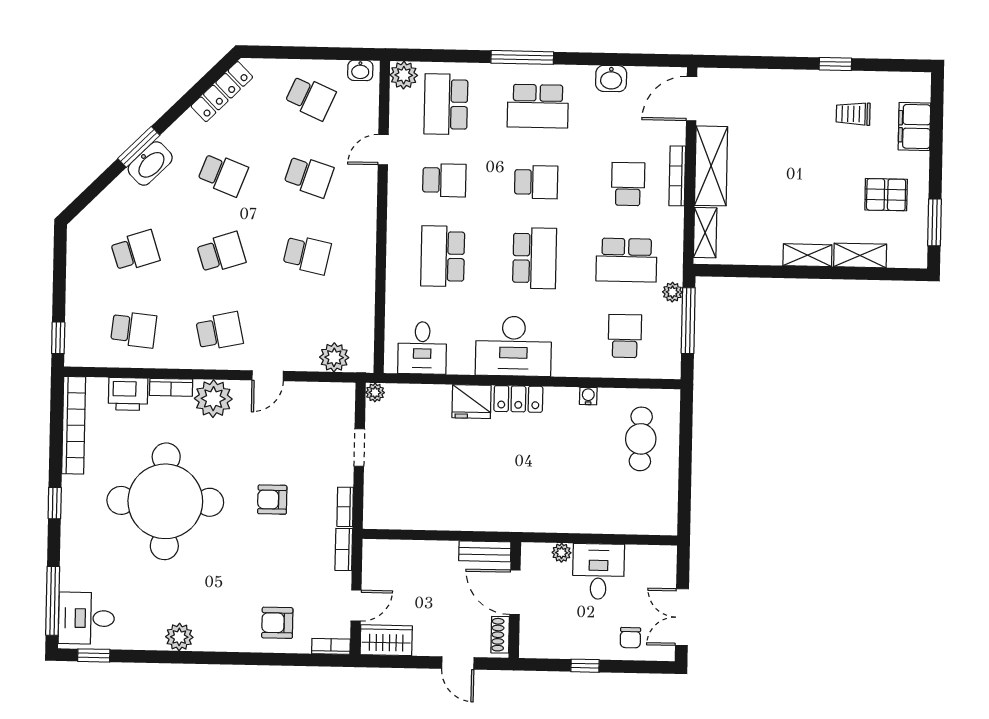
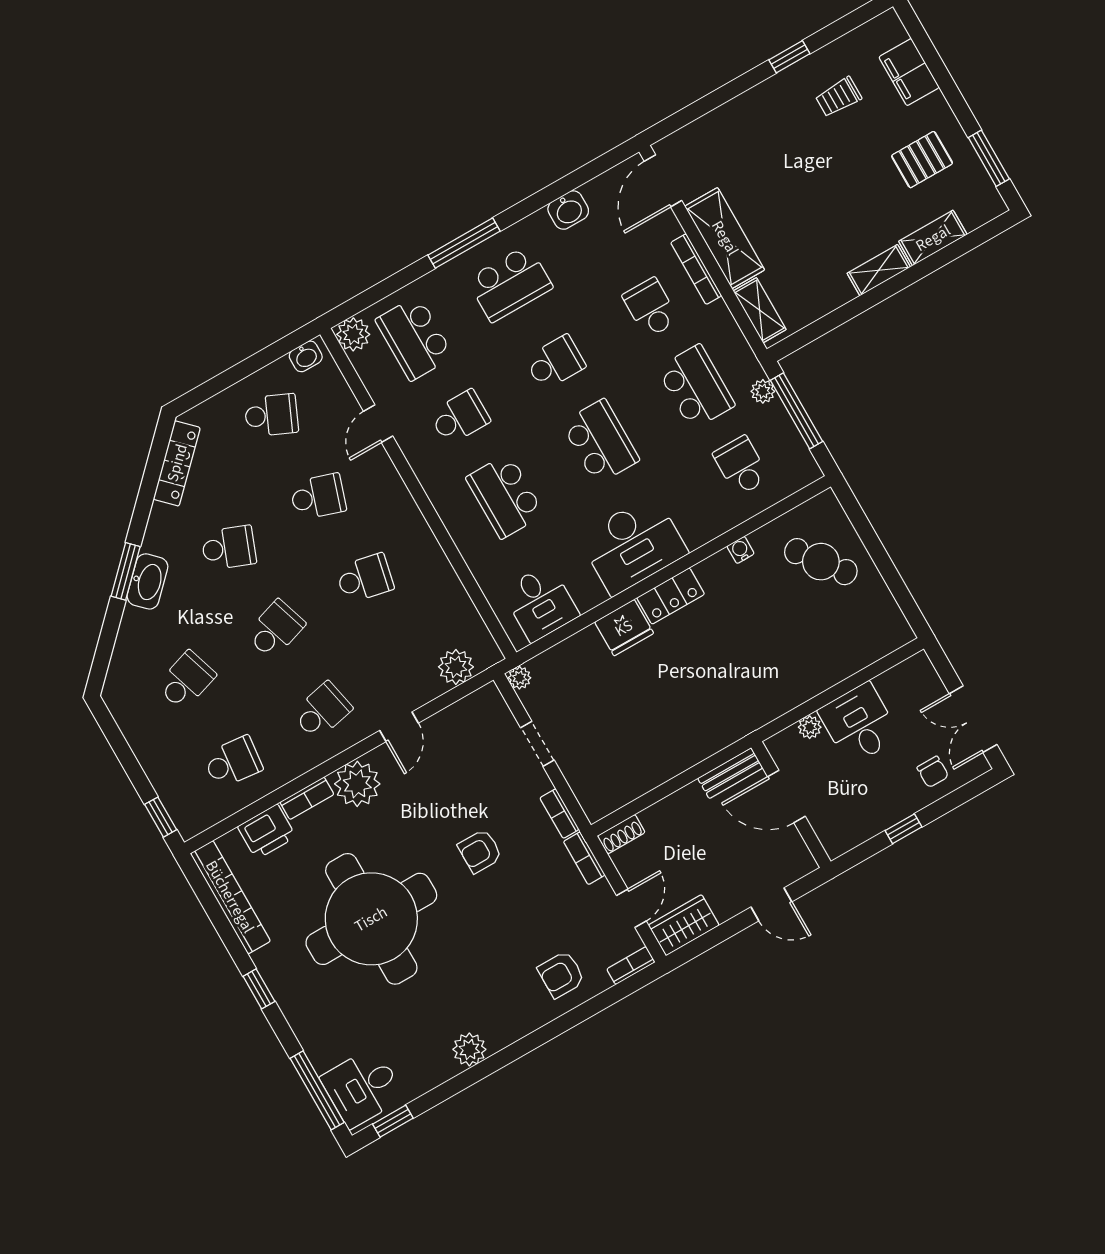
school desk: (626, 260) -> (696, 387), turned -90
cafe table: (641, 439) -> (821, 562), turned -38
shoe rack: (500, 635) -> (621, 834), moved, turned -90

